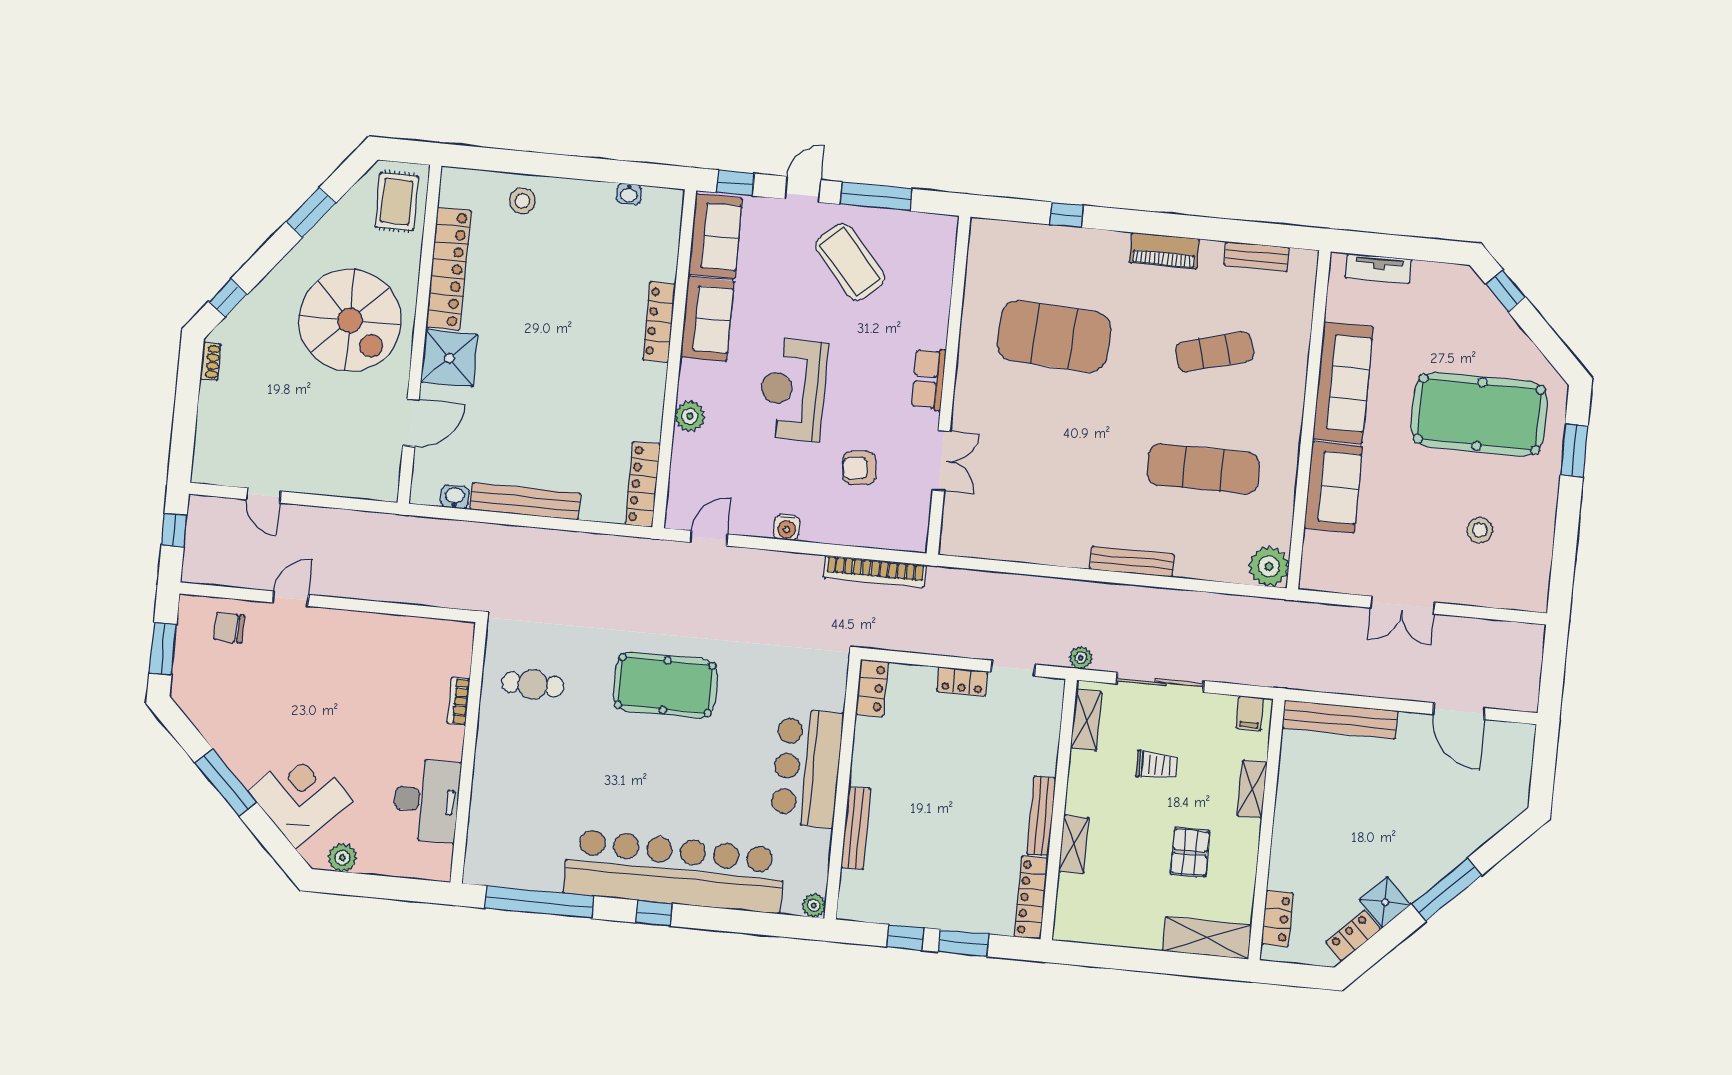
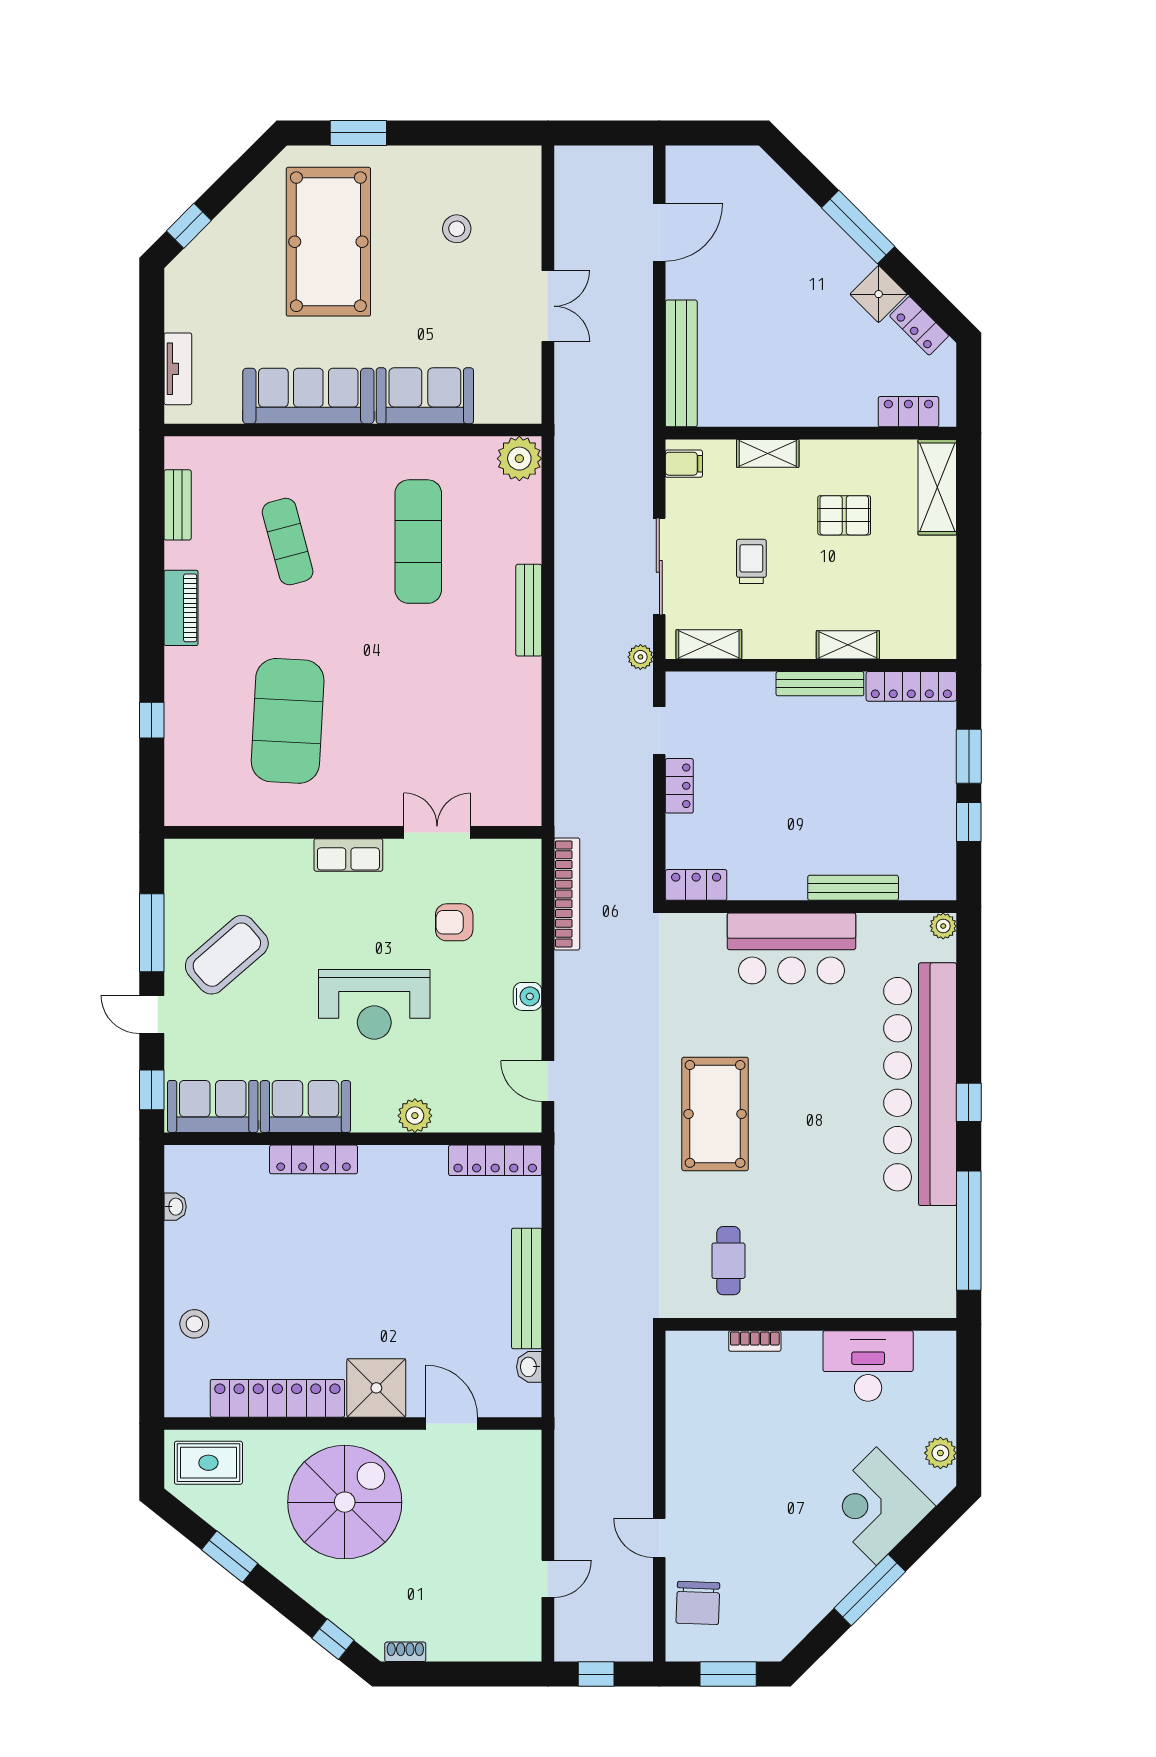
armchair: (859, 468) -> (454, 922), turned 97
chair: (229, 628) -> (698, 1603), width x1.37, depth x1.37

